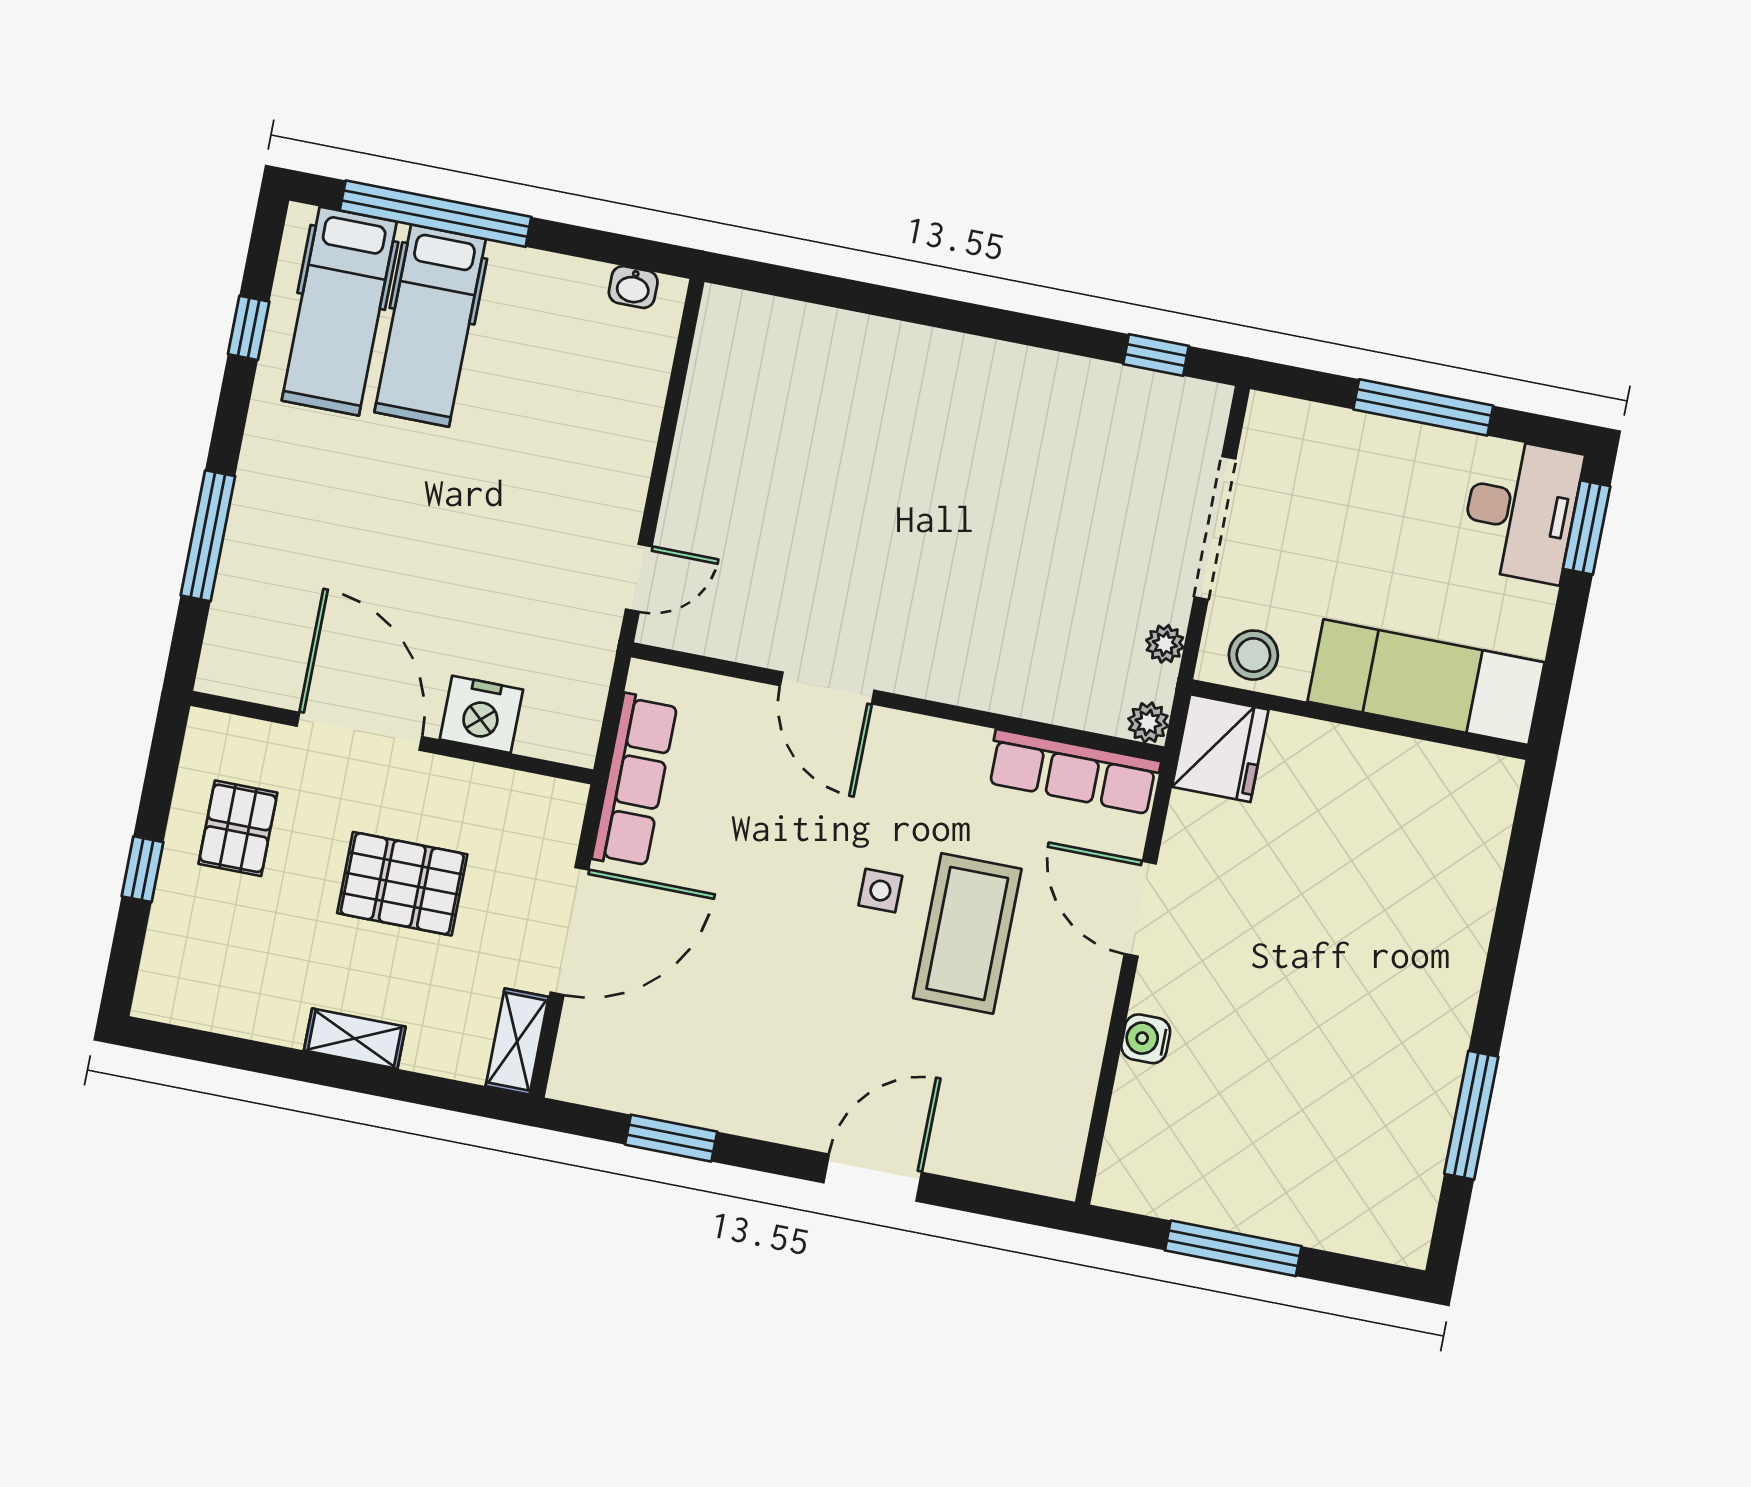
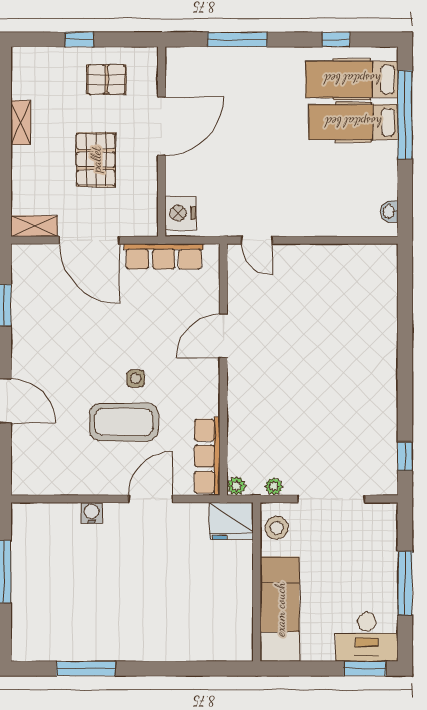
nightstand: (481, 714) -> (180, 213), moved
shelving: (355, 1039) -> (21, 123), moved

